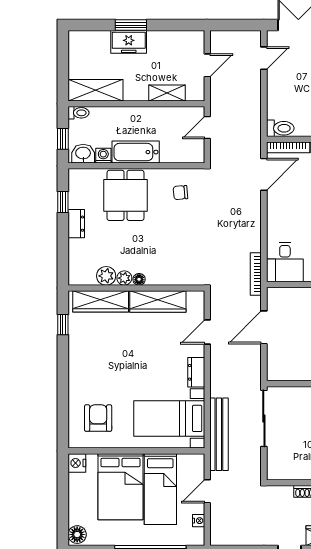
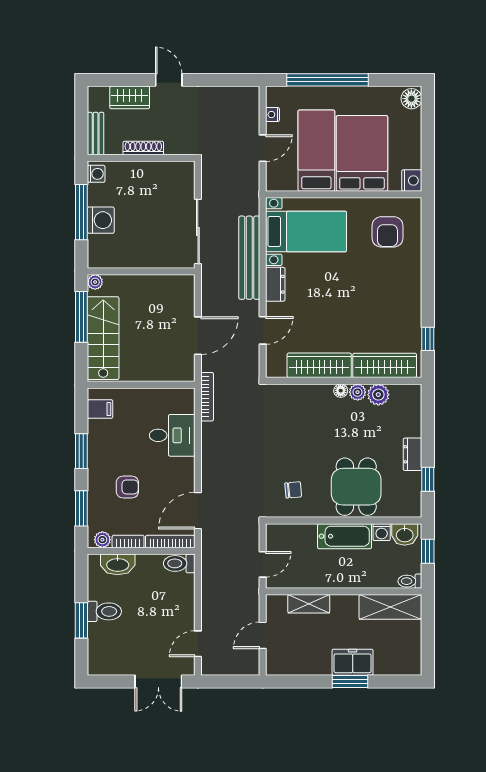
desk: (285, 262) -> (172, 435), moved, turned 90
bench: (219, 434) -> (249, 258), moved

